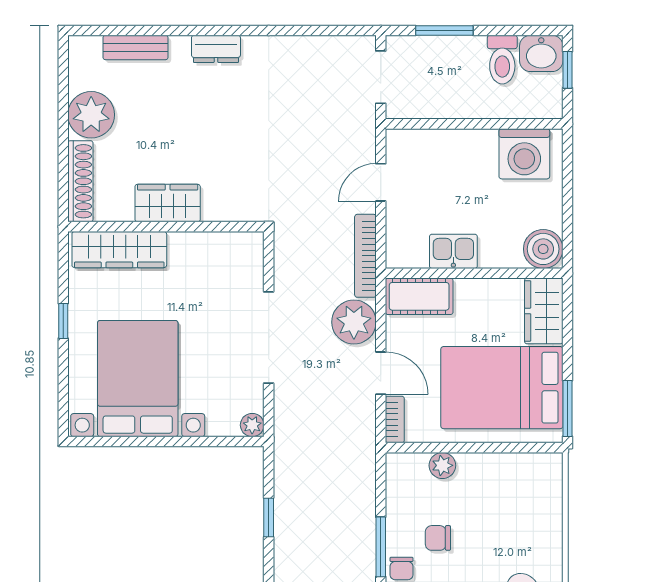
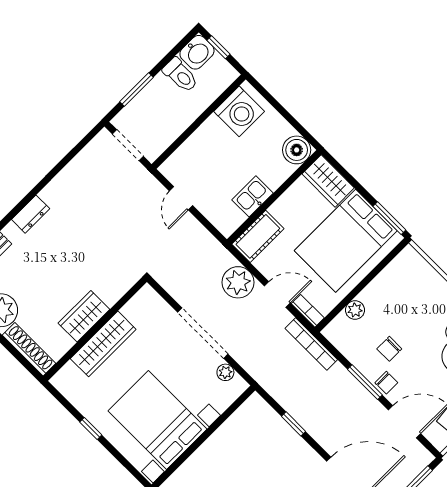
wardrobe: (119, 250) -> (103, 344), moved
bookcase: (365, 256) -> (311, 344), moved
plant: (252, 425) -> (225, 372), moved

